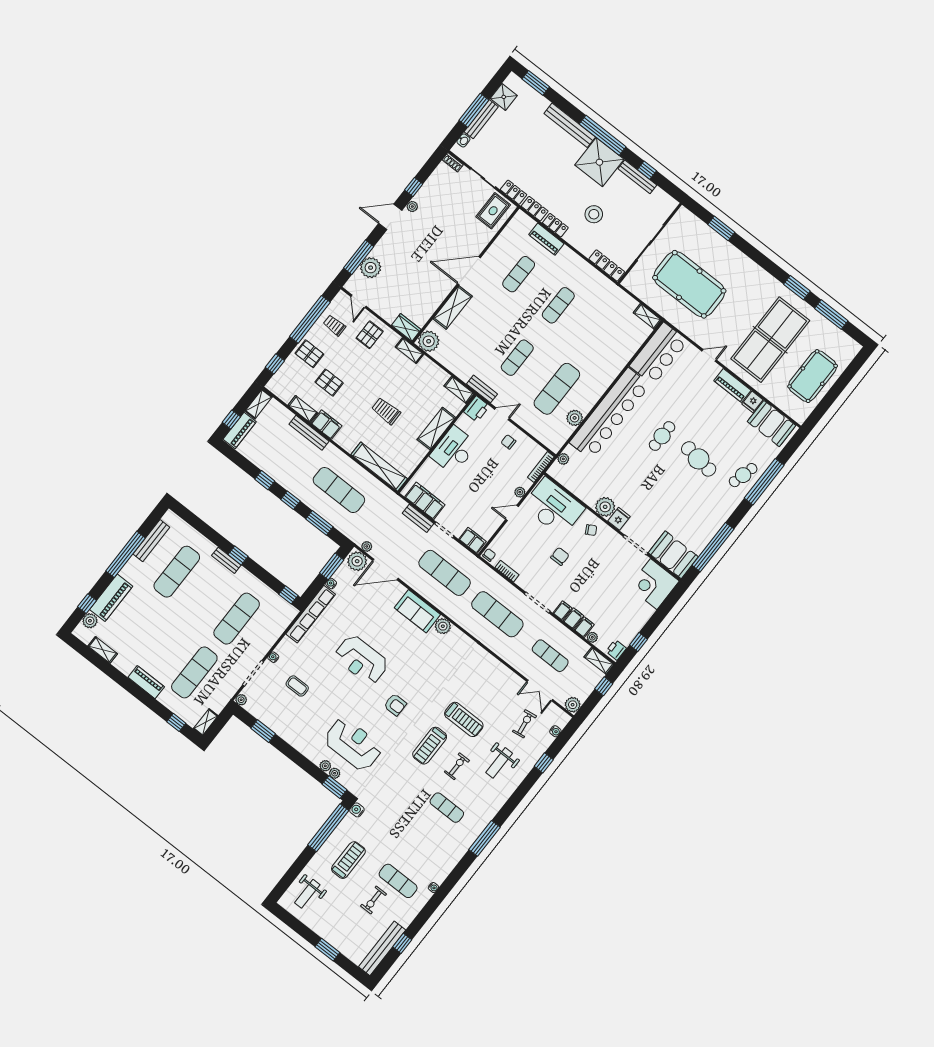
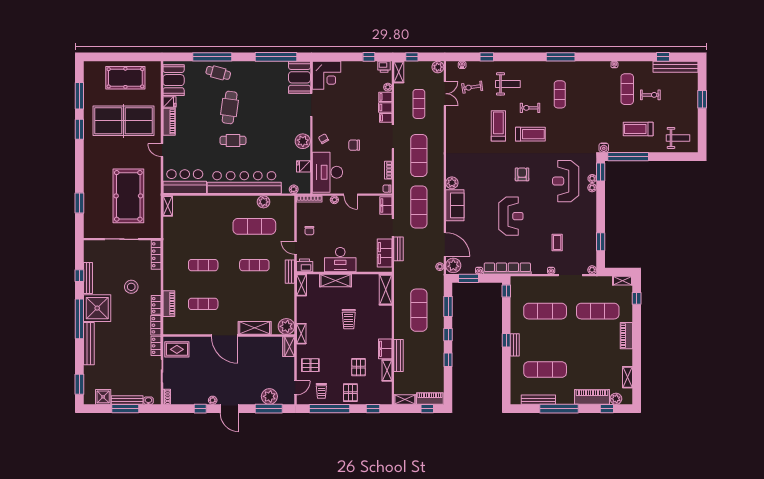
shelving: (379, 467) -> (386, 290), width x0.68
fridge: (619, 519) -> (303, 166), moved

